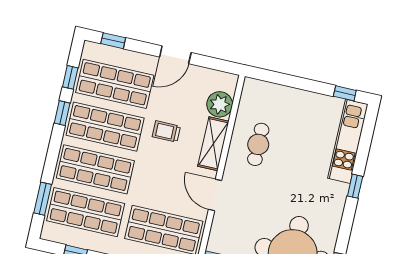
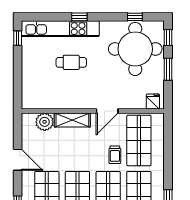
trolley: (166, 131) -> (115, 155), moved
kitchen unit: (348, 141) -> (60, 29), width x1.36
cafe table: (258, 144) -> (71, 62), moved

